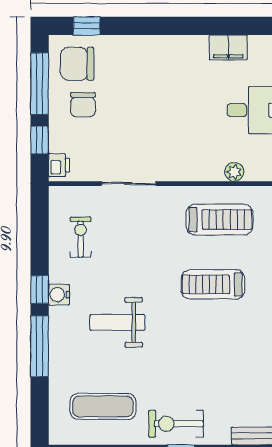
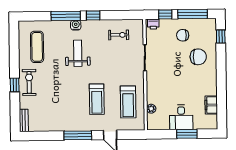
chair: (77, 64) -> (198, 57), moved, turned 90
treadmill: (213, 284) -> (97, 99), turned 180
water cooler: (59, 295) -> (76, 25), moved

